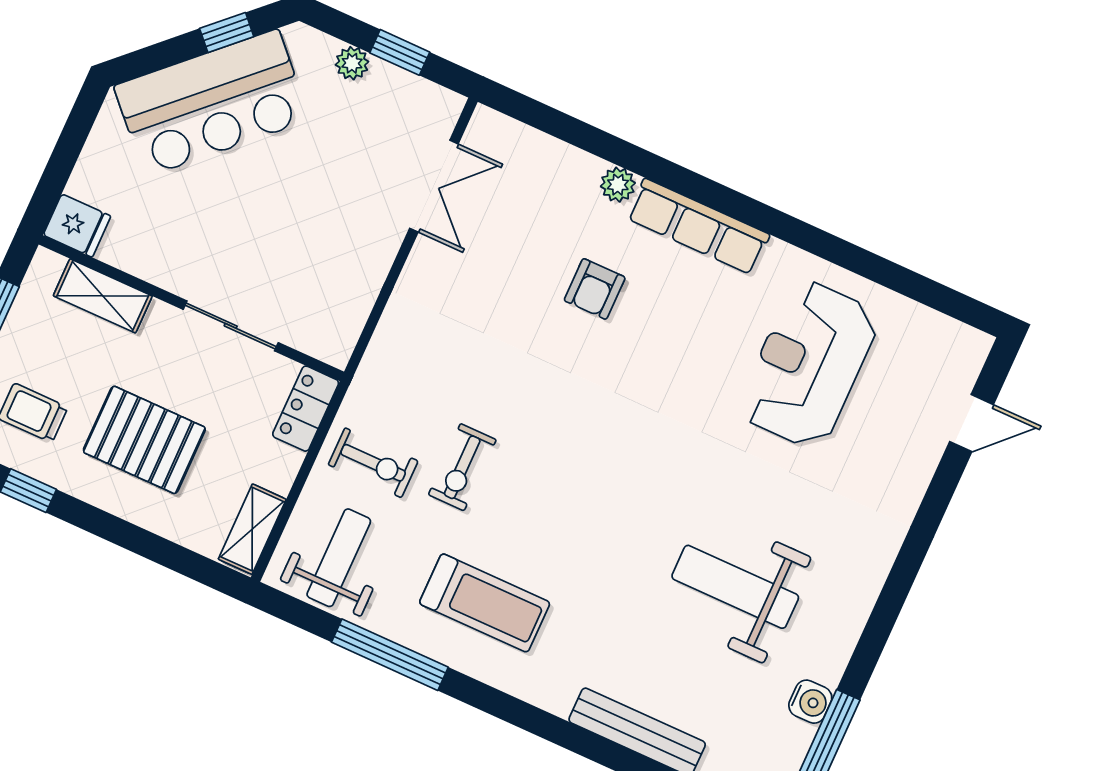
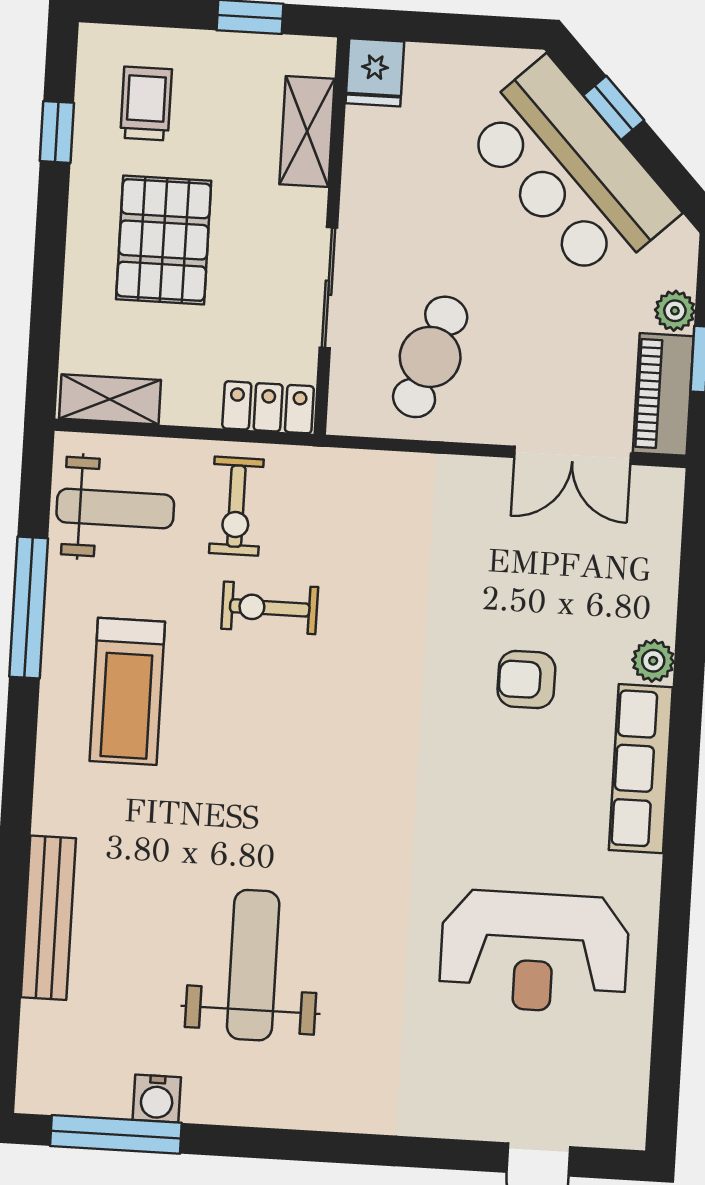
window: (227, 33) -> (614, 108), moved
piano: (414, 97) -> (663, 394), added
cafe table: (315, 267) -> (430, 357), added
reception desk: (809, 364) -> (534, 952), turned 180

